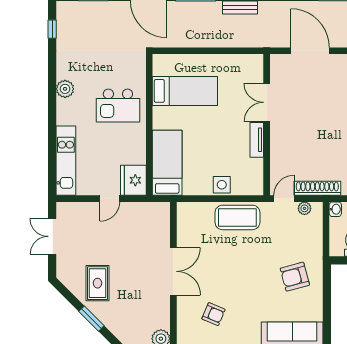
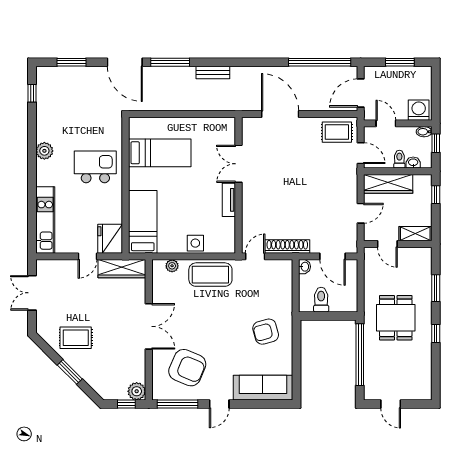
kitchen island: (118, 106) -> (95, 167), turned 180
plant: (304, 208) -> (172, 266), moved
wardrobe: (145, 211) -> (122, 269), added
rug: (98, 283) -> (76, 338), turned 90
armchair: (213, 314) -> (187, 368), width x1.88, depth x1.88

